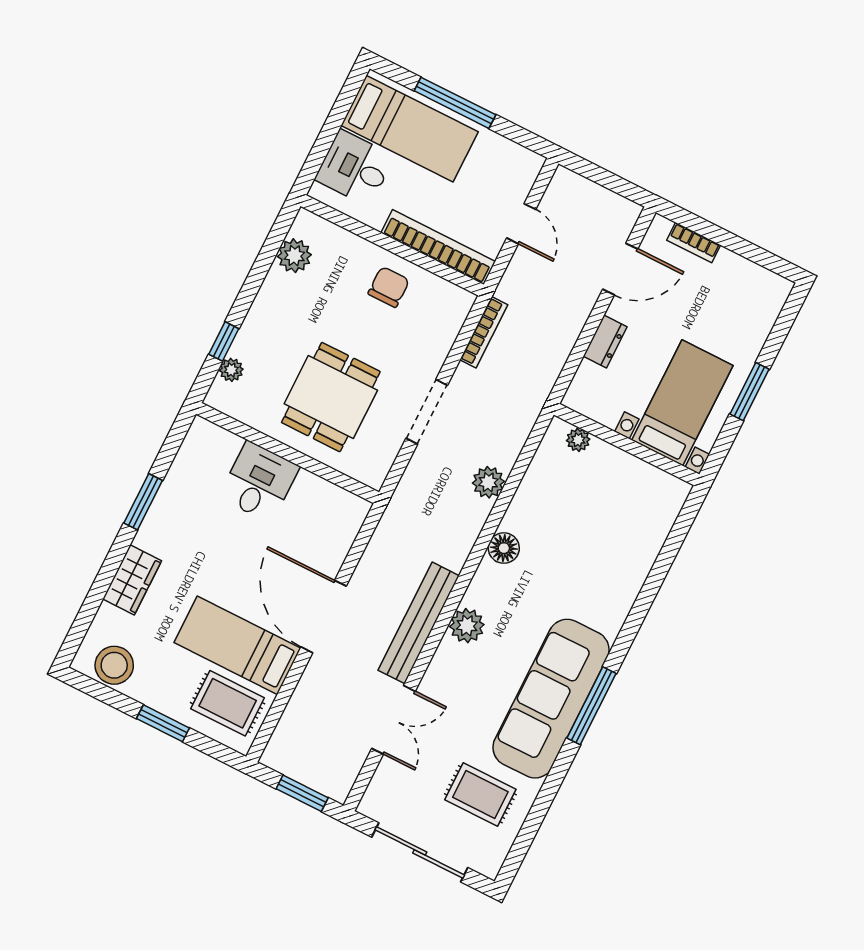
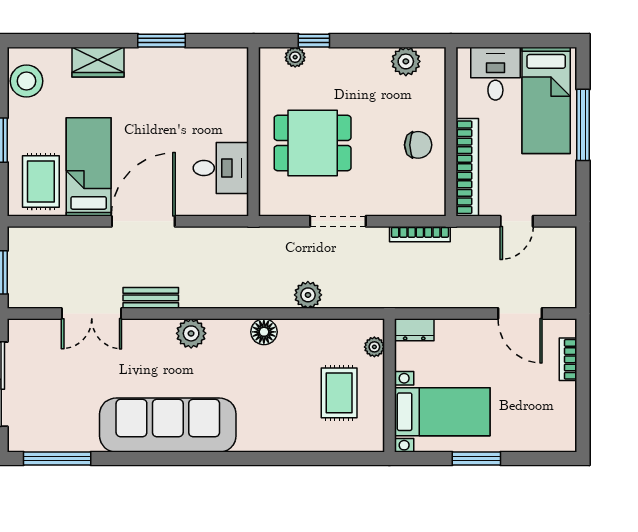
dresser: (605, 341) -> (414, 330), moved
desk: (259, 482) -> (221, 168), moved
bench: (419, 623) -> (151, 298), width x0.54, depth x0.82
window: (592, 706) -> (57, 458), moved
rug: (480, 794) -> (339, 393), moved

